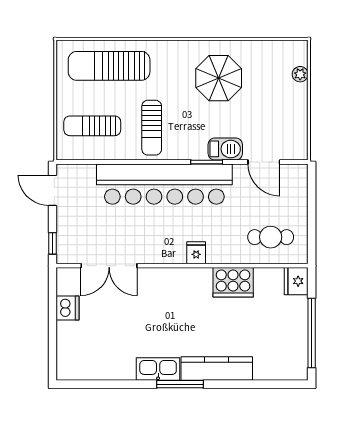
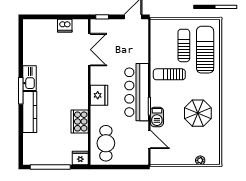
sun lounger: (92, 126) -> (184, 45), moved
door: (264, 162) -> (149, 139), swing flipped
bar counter: (164, 184) -> (137, 92), width x0.73
cafe table: (271, 237) -> (106, 143), width x1.37, depth x1.35
fridge: (196, 253) -> (99, 95), width x1.88, depth x1.34
double door: (109, 266) -> (89, 50), swing flipped

